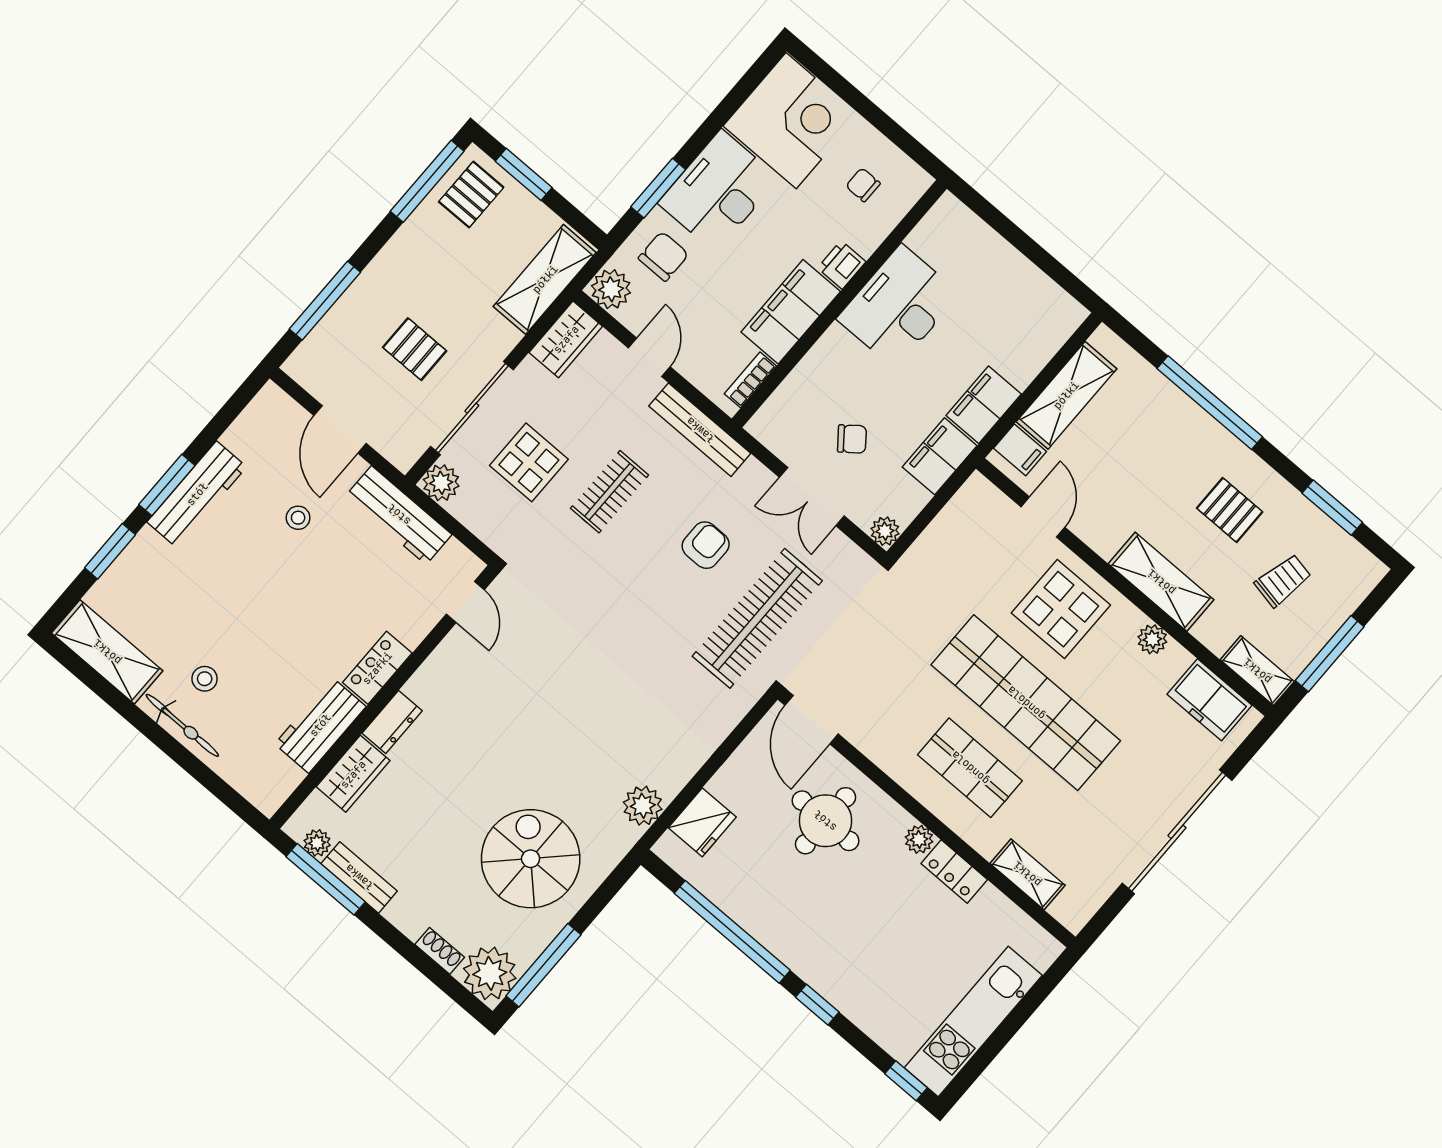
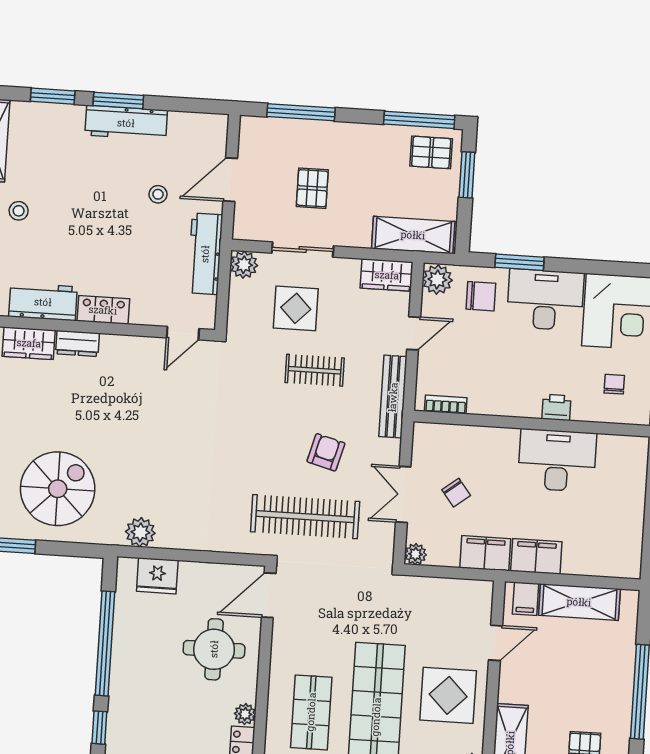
filing cabinet: (791, 312) -> (505, 398), removed
sliding door: (472, 408) -> (303, 249), width x0.73
armchair: (706, 545) -> (326, 452), turned -75

